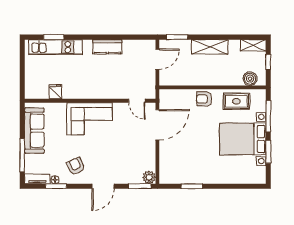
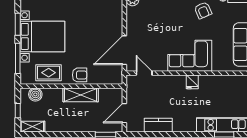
kitchen counter: (107, 47) -> (158, 125), moved
shelving: (210, 47) -> (81, 95), moved
fridge: (55, 92) -> (192, 82), moved

